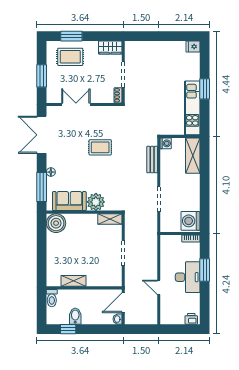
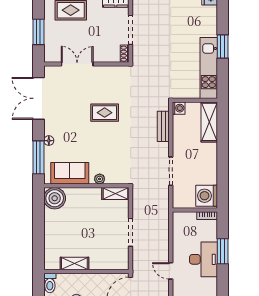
plant: (96, 202) -> (100, 179), width x0.53, depth x0.53

